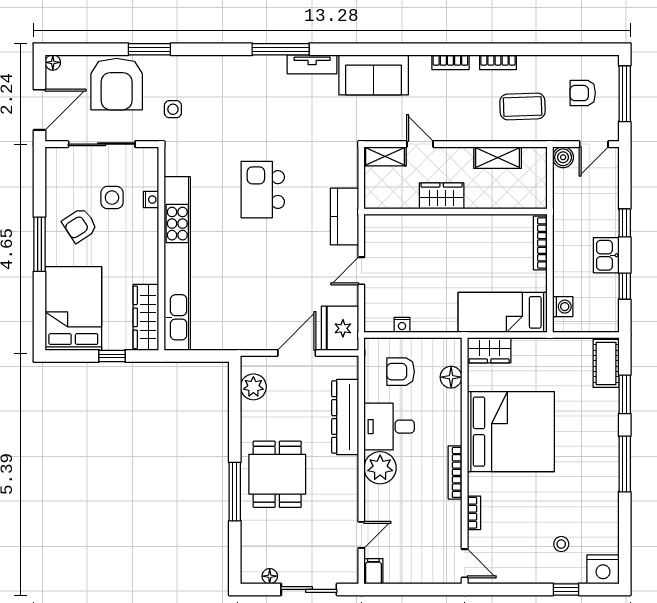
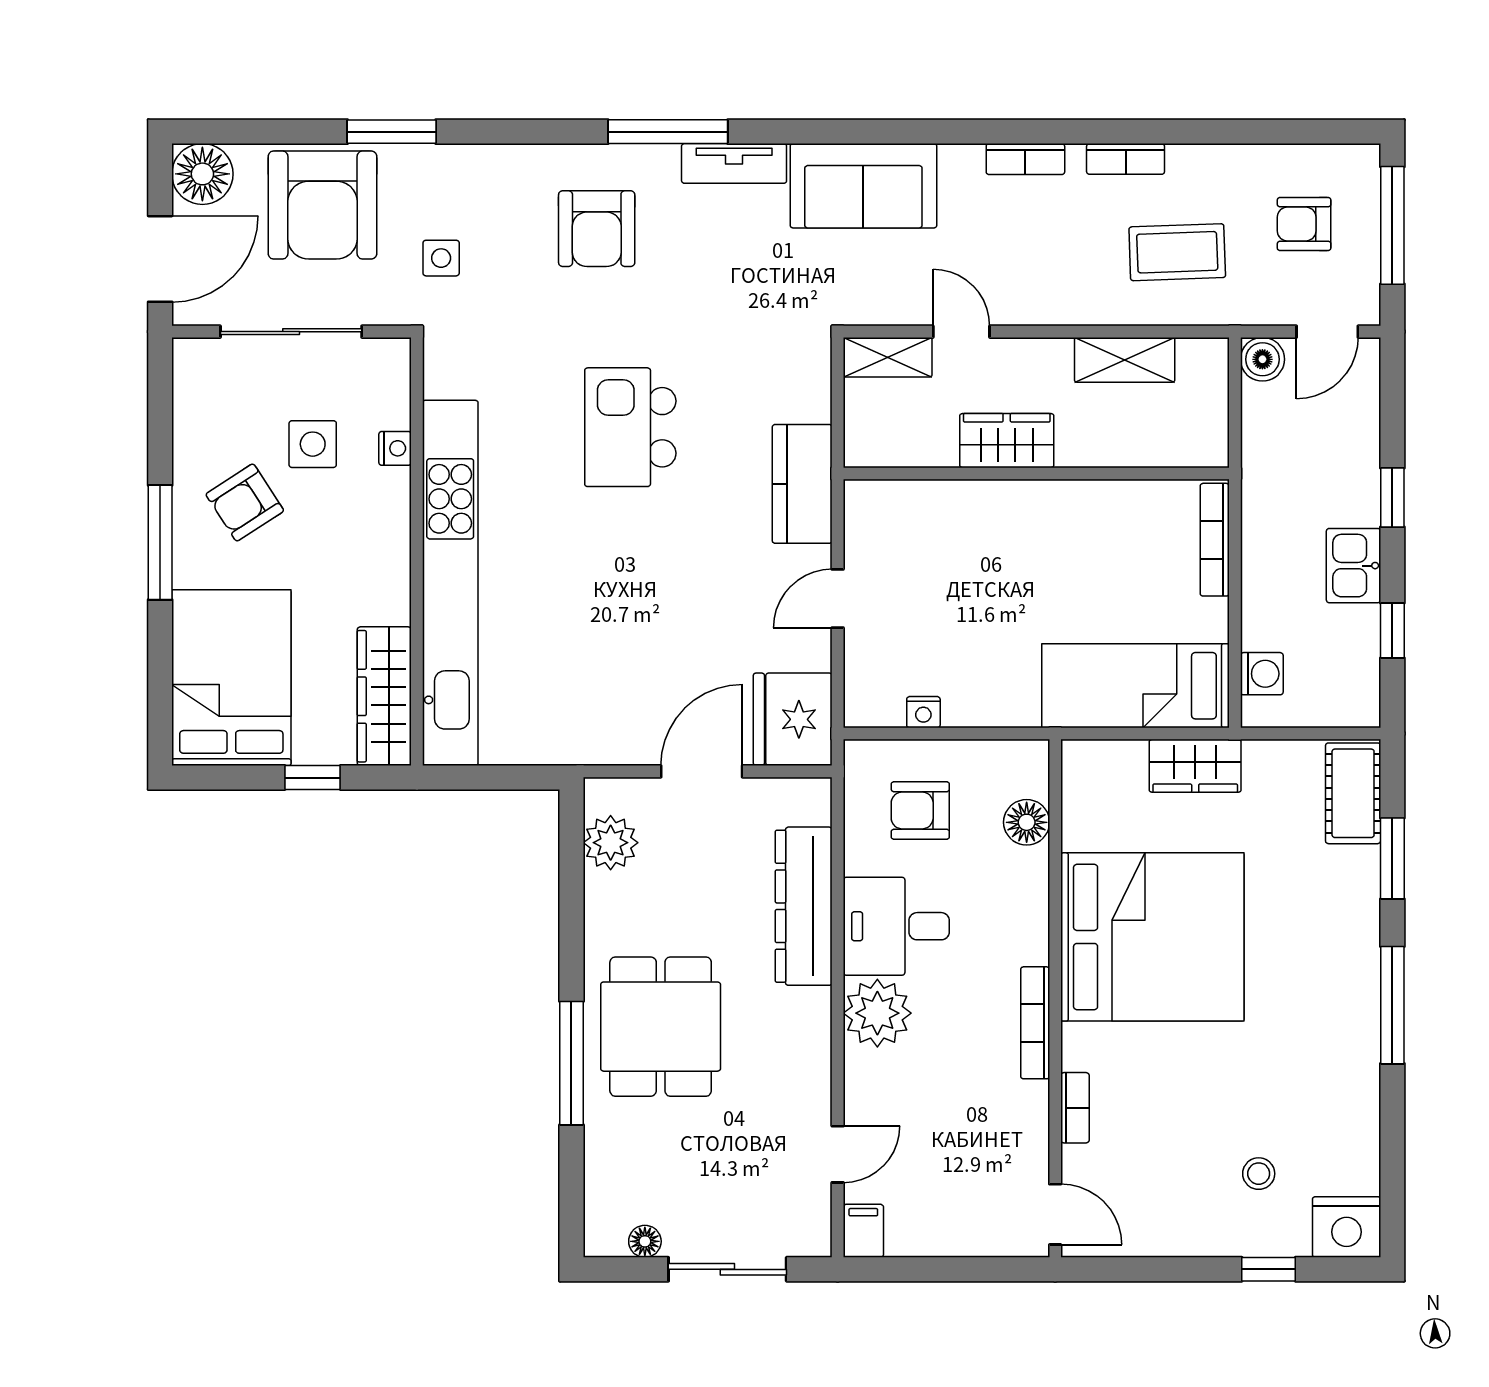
floor lamp: (53, 62) -> (202, 174), width x1.89, depth x1.89
armchair: (247, 95) -> (597, 229), added
wardrobe: (489, 350) -> (1195, 766), moved

